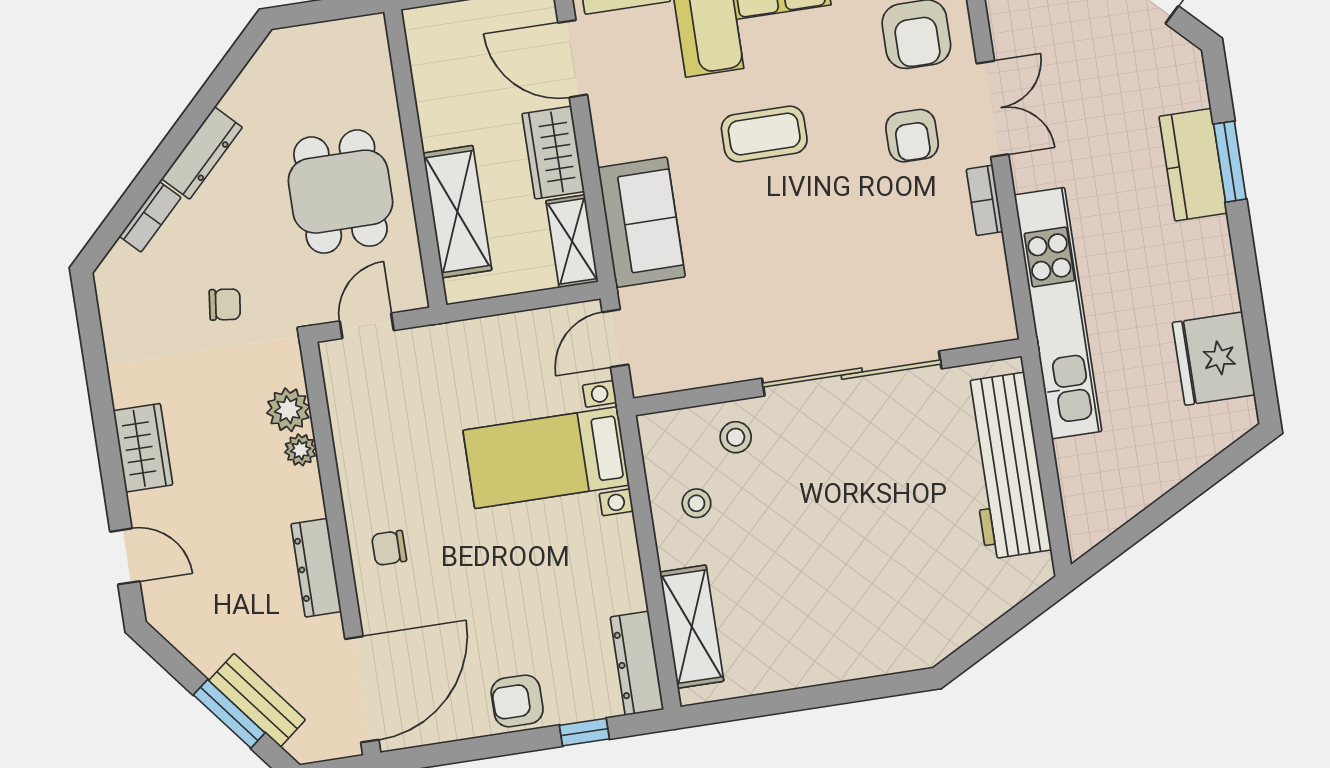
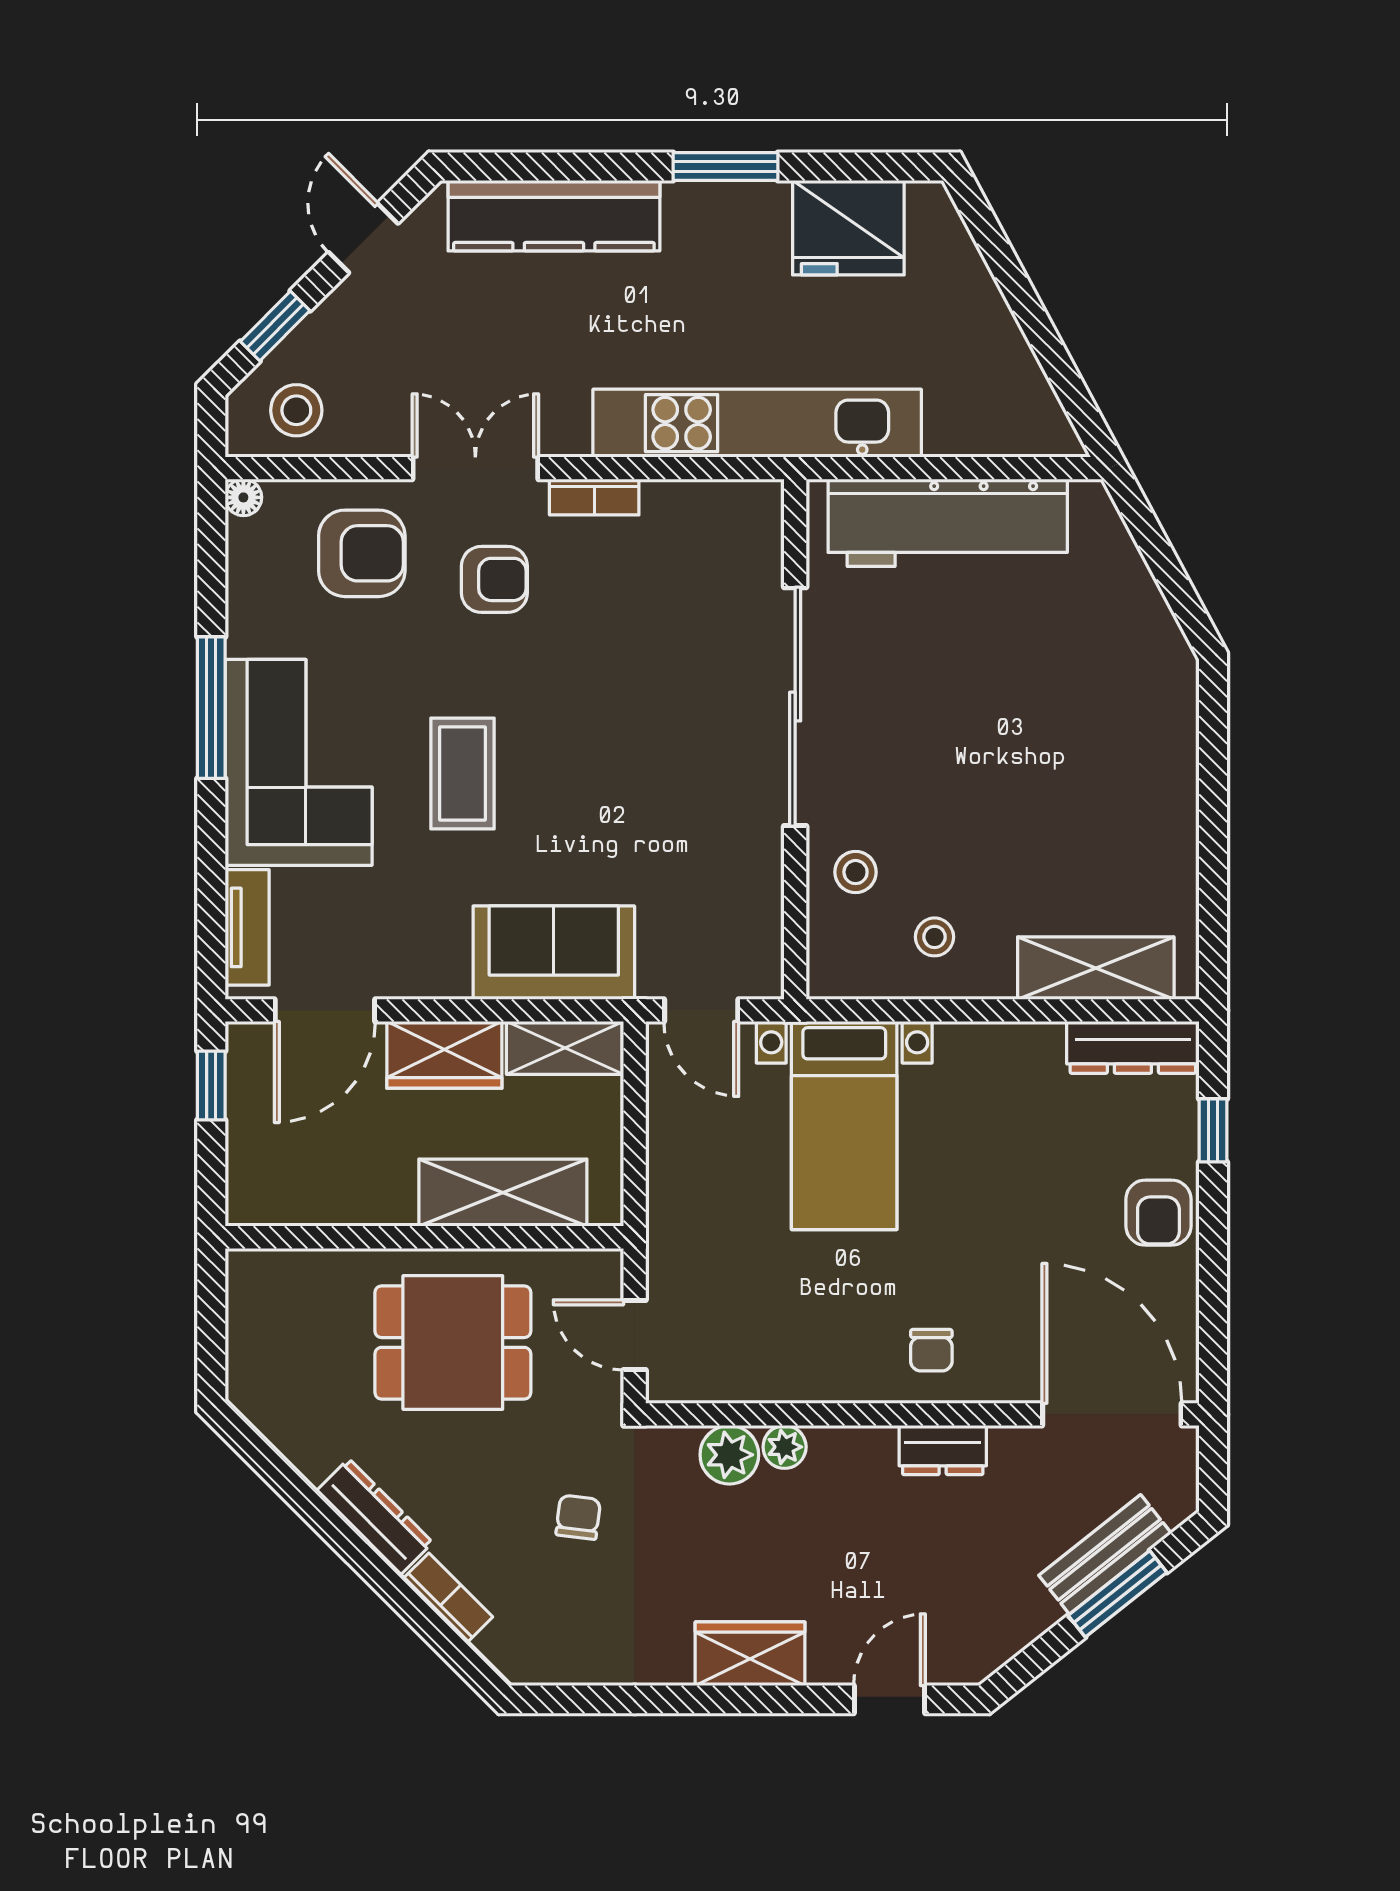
window: (1230, 162) -> (725, 167), moved
kitchen counter: (1193, 165) -> (554, 216), width x1.50
dresser: (316, 568) -> (943, 1450), width x0.70

